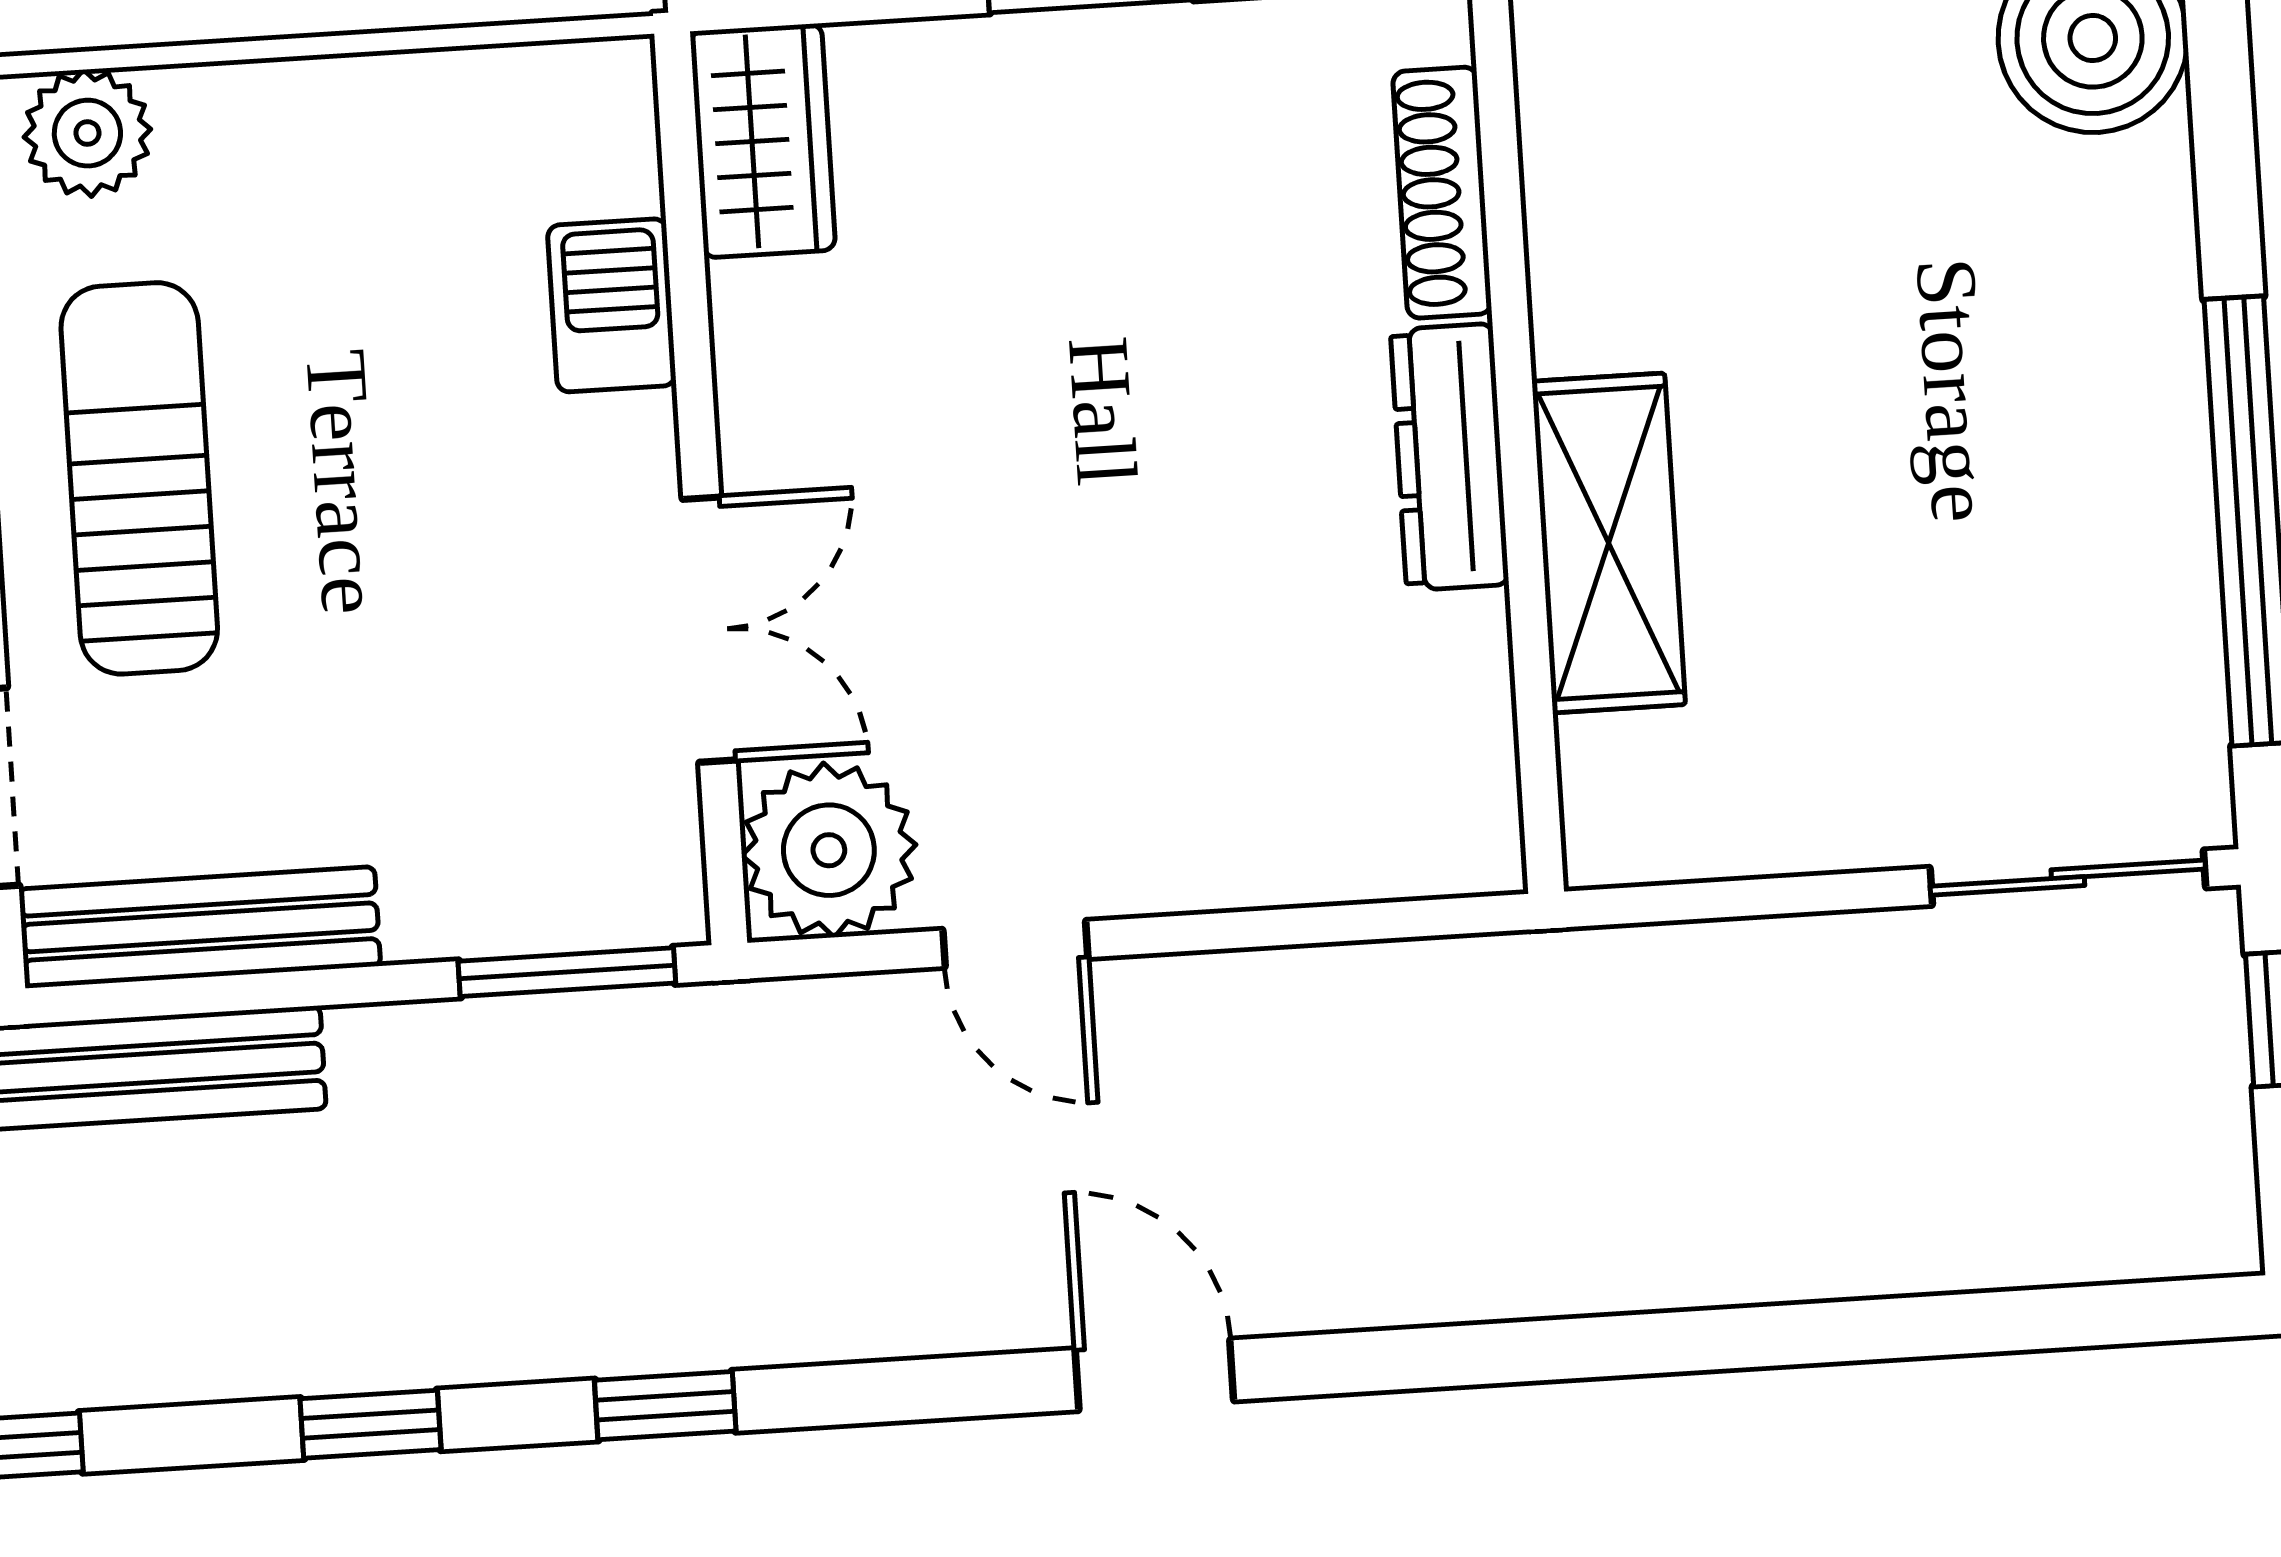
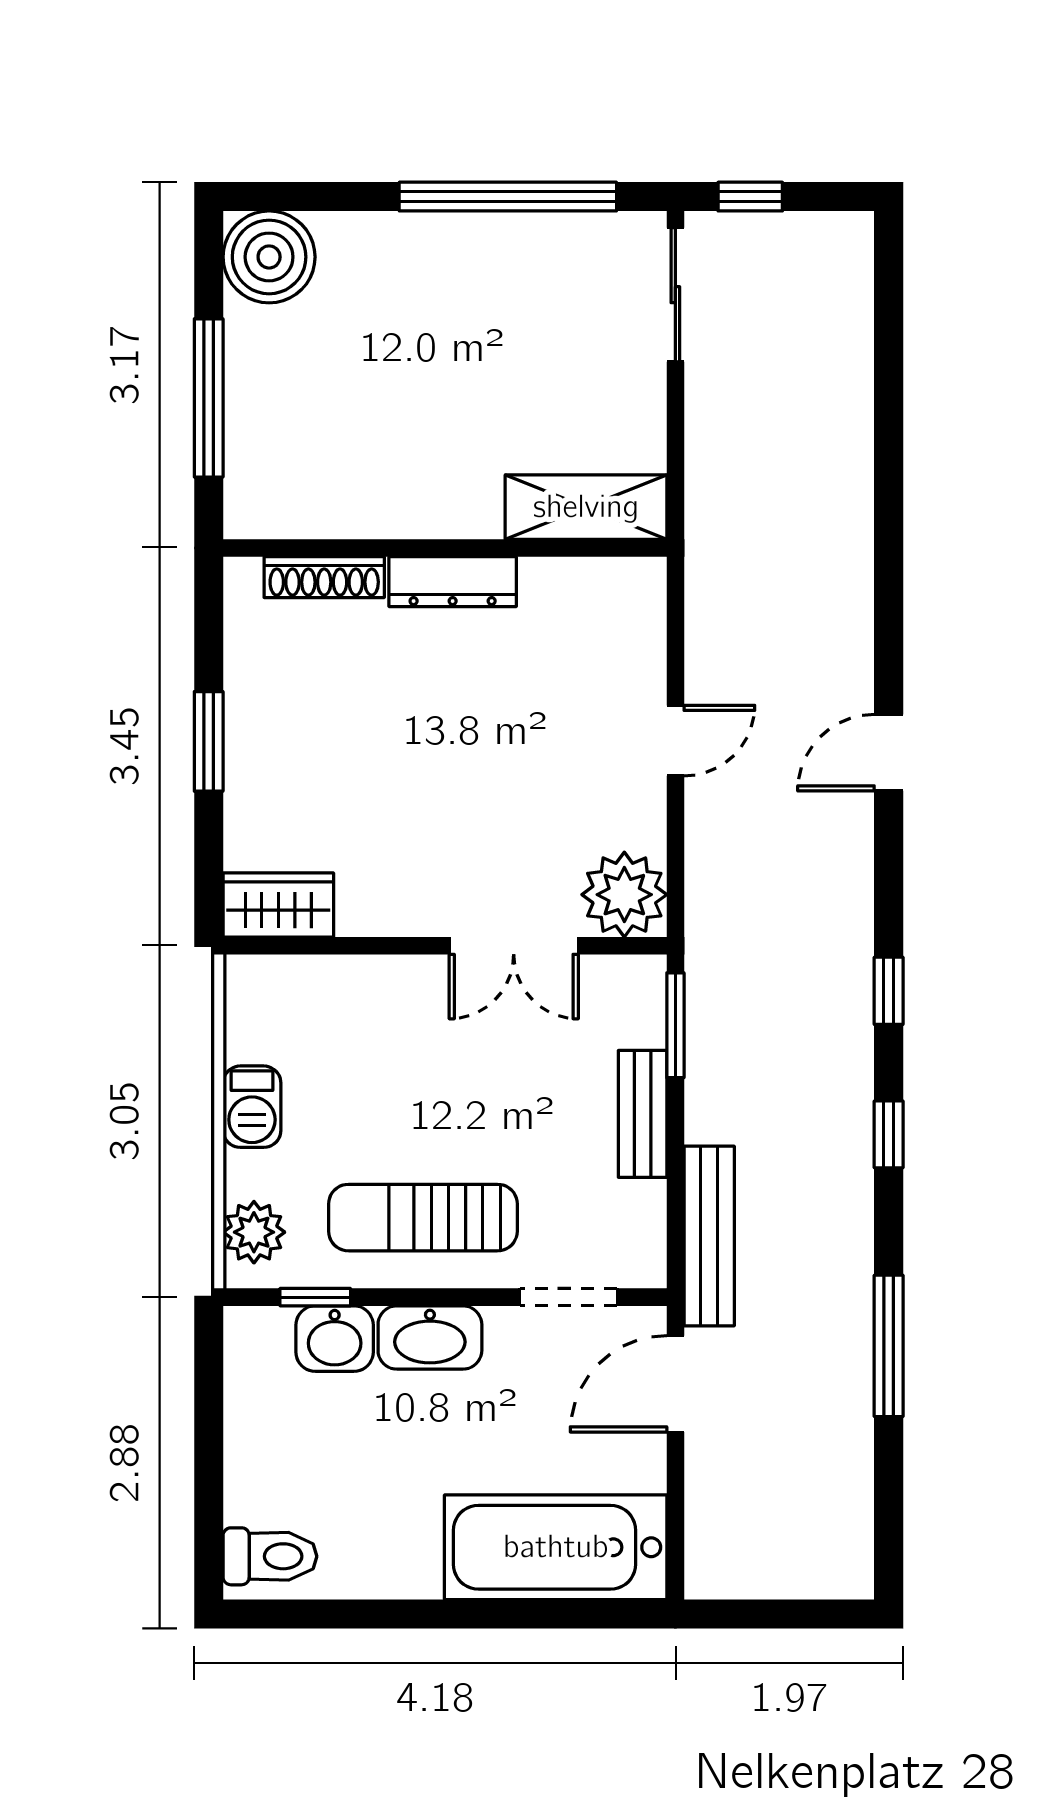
barbecue: (612, 305) -> (252, 1107), moved, turned -90
shelving: (1609, 543) -> (586, 507), moved
double door: (710, 630) -> (514, 946), swing flipped
bench: (200, 927) -> (643, 1114), moved, width x0.73
door: (1015, 944) -> (675, 741), moved

